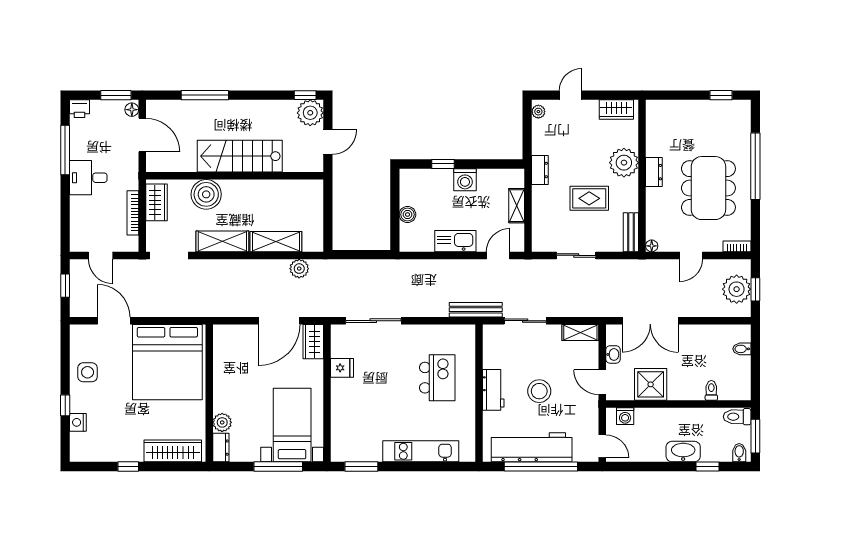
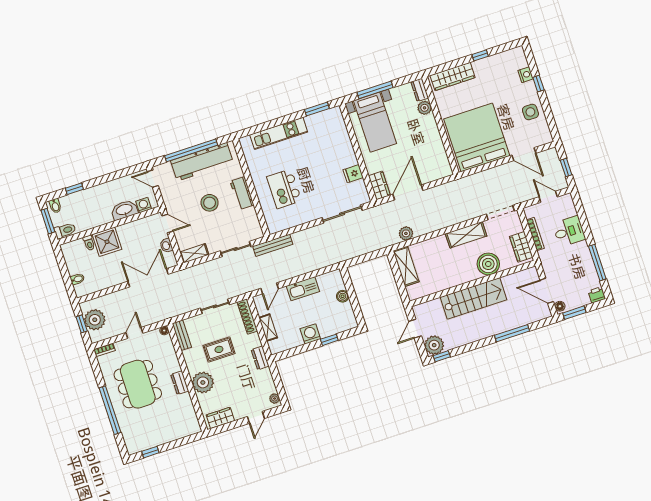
desk: (88, 178) -> (569, 231), moved
shoe rack: (539, 229) -> (247, 317), added
shelving: (276, 242) -> (406, 266), moved, turned 90
shower: (651, 384) -> (107, 242), moved
washbasin: (683, 452) -> (124, 210), moved, turned 180

